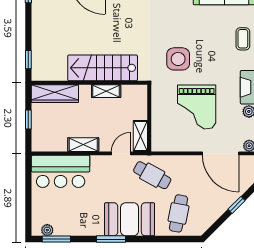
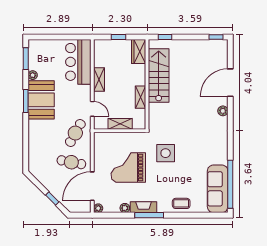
stairs: (103, 68) -> (159, 76), moved
wardrobe: (55, 94) -> (139, 51), width x0.67
shelving: (140, 136) -> (120, 124), moved
cafe table: (179, 213) -> (71, 162), moved
booth: (130, 219) -> (41, 100), moved
plant: (47, 230) -> (33, 75), moved

